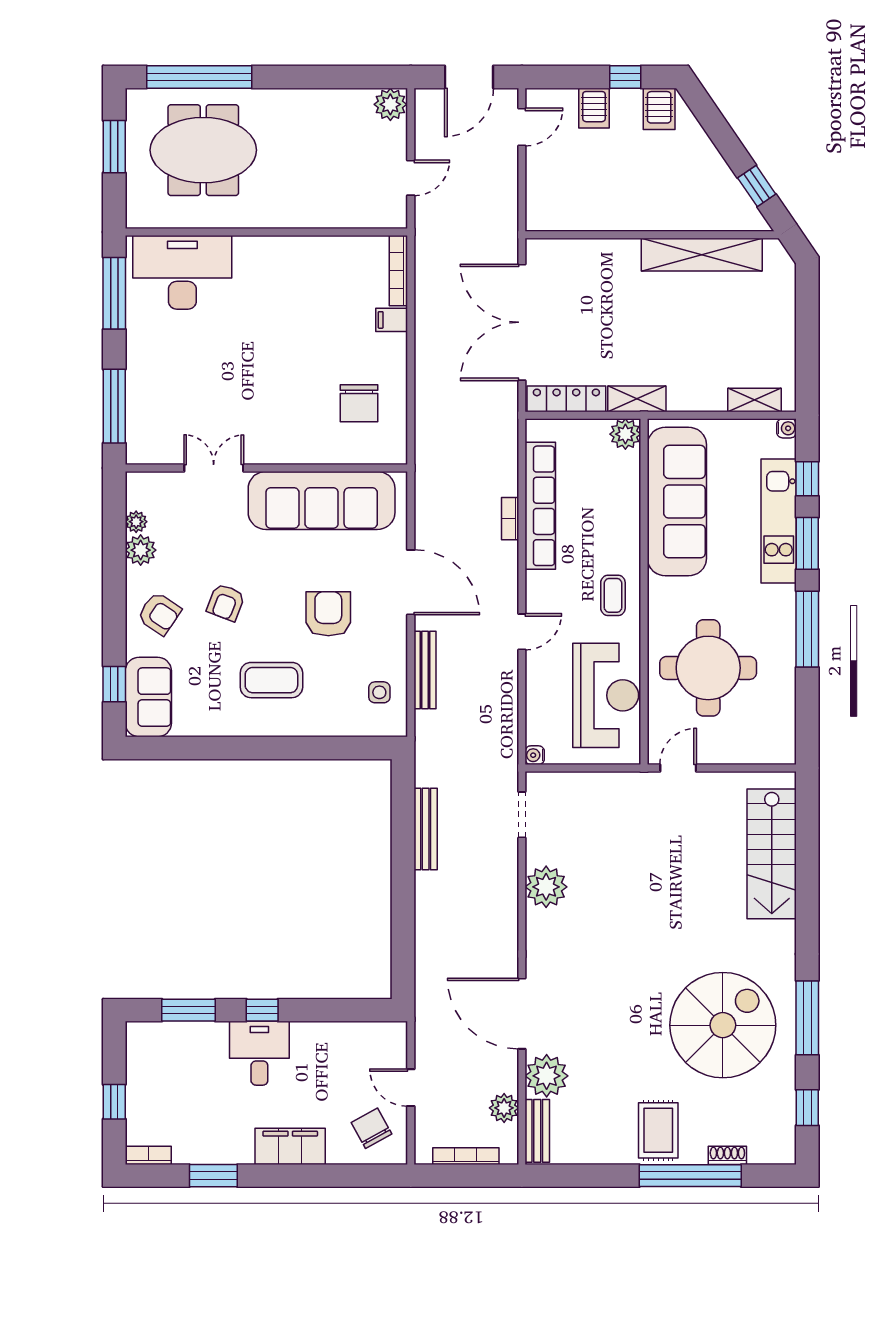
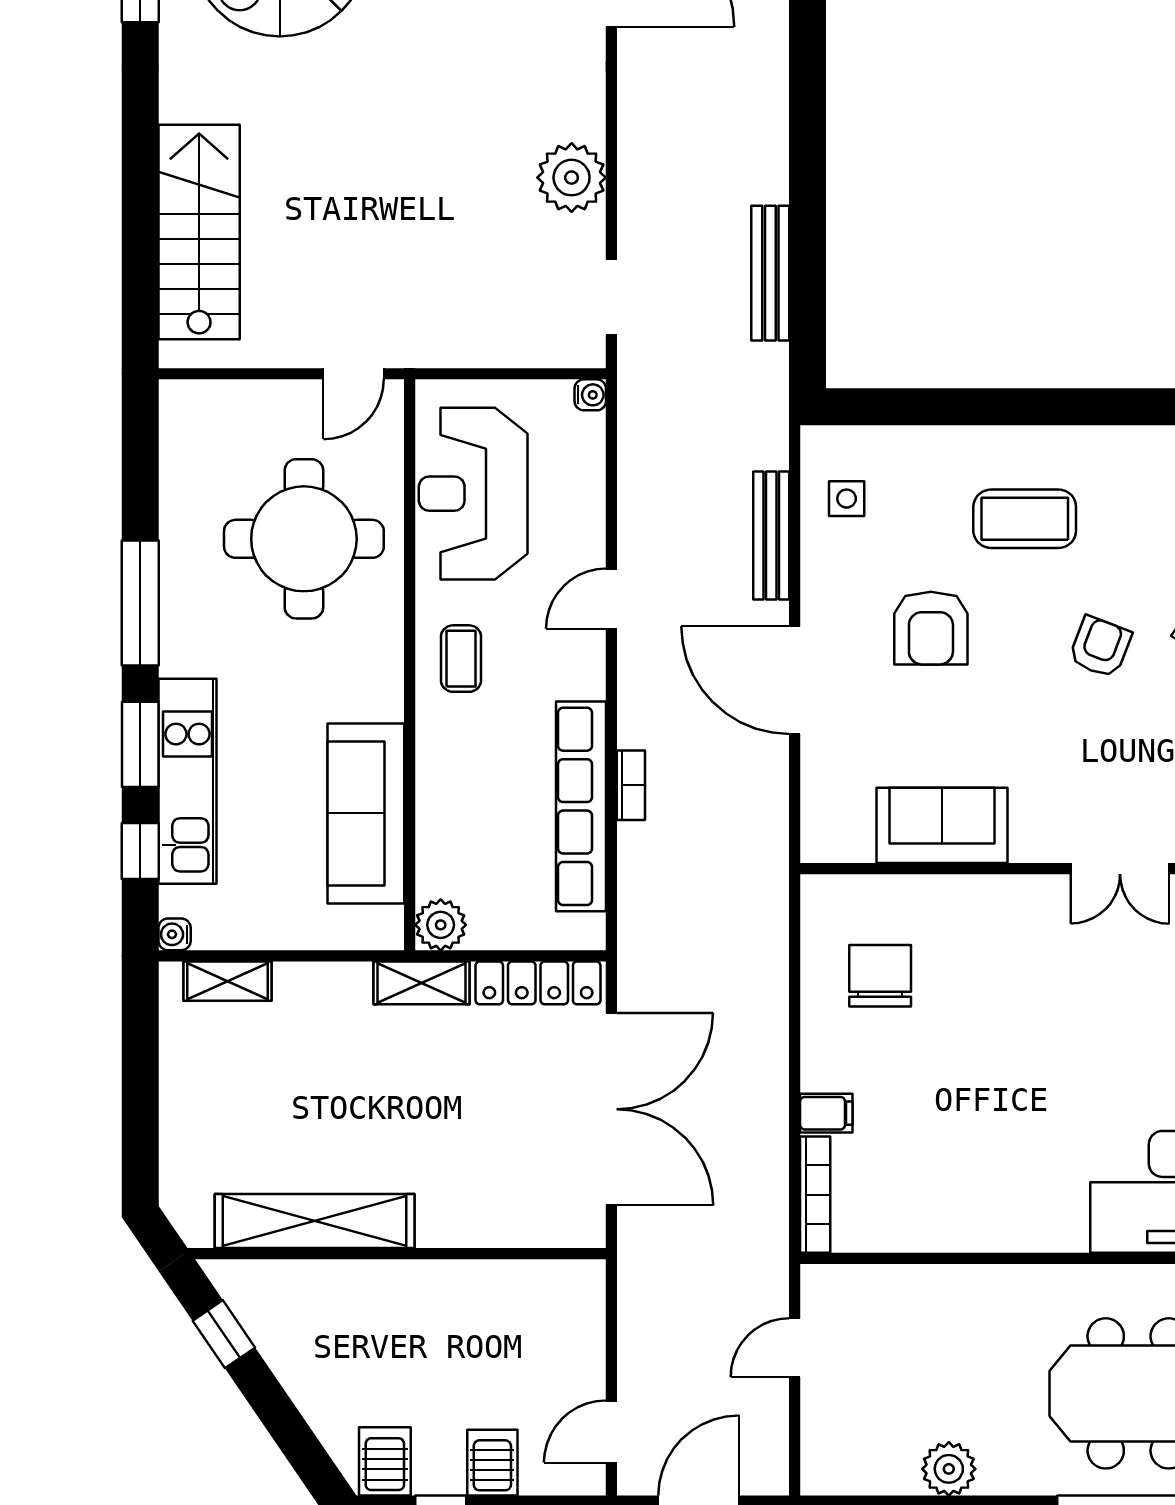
plant: (390, 104) -> (949, 1469), moved
sofa: (322, 500) -> (942, 825), width x0.54, depth x0.79
sofa: (677, 502) -> (366, 813), width x0.74, depth x0.79

